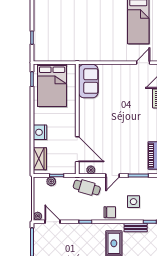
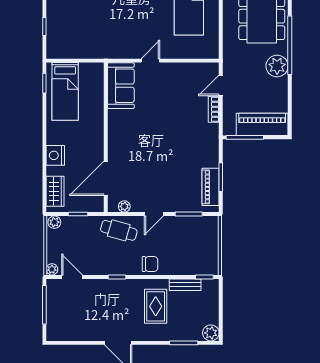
door: (143, 63) -> (150, 61), moved
bed: (52, 85) -> (65, 91), width x0.67
door: (77, 149) -> (106, 178), swing flipped
plant: (51, 181) -> (54, 222), moved
side table: (133, 202) -> (182, 250), removed

